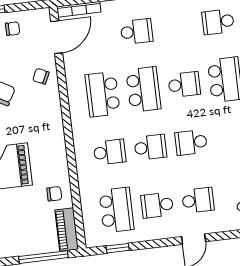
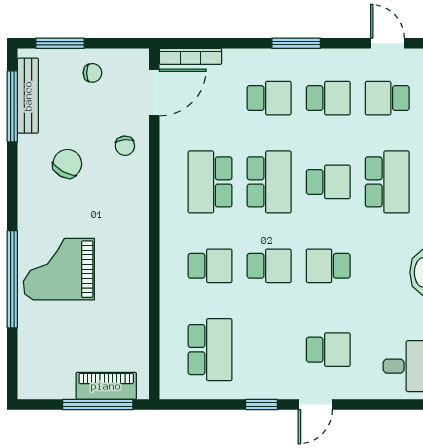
chair: (41, 76) -> (125, 146), turned -121
chair: (54, 194) -> (124, 316), removed
school desk: (157, 205) -> (328, 98), moved, turned 180
piano: (67, 230) -> (106, 386), moved, turned 90
window: (118, 248) -> (262, 404), moved

